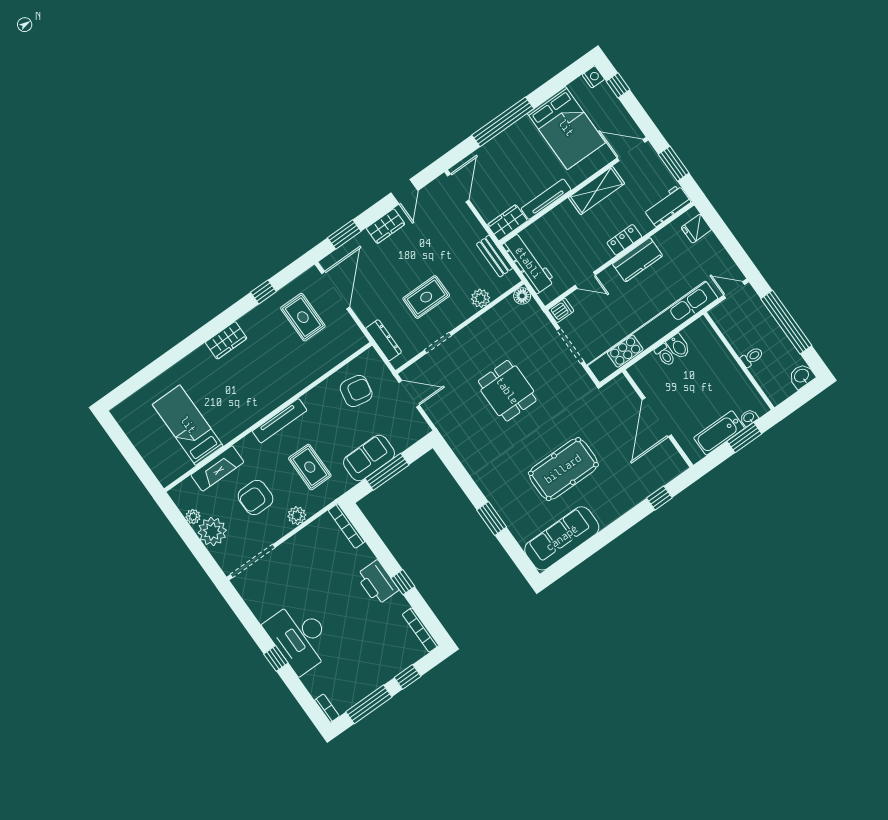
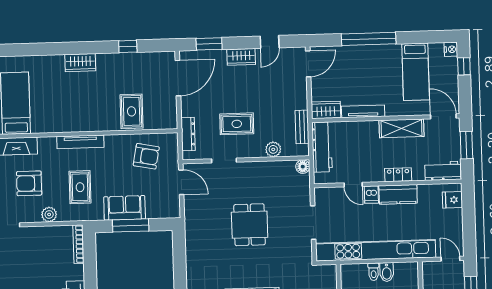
bed: (566, 128) -> (416, 72), width x0.67
dishwasher: (561, 310) -> (371, 195), moved, turned 90
rug: (303, 317) -> (132, 111), moved

